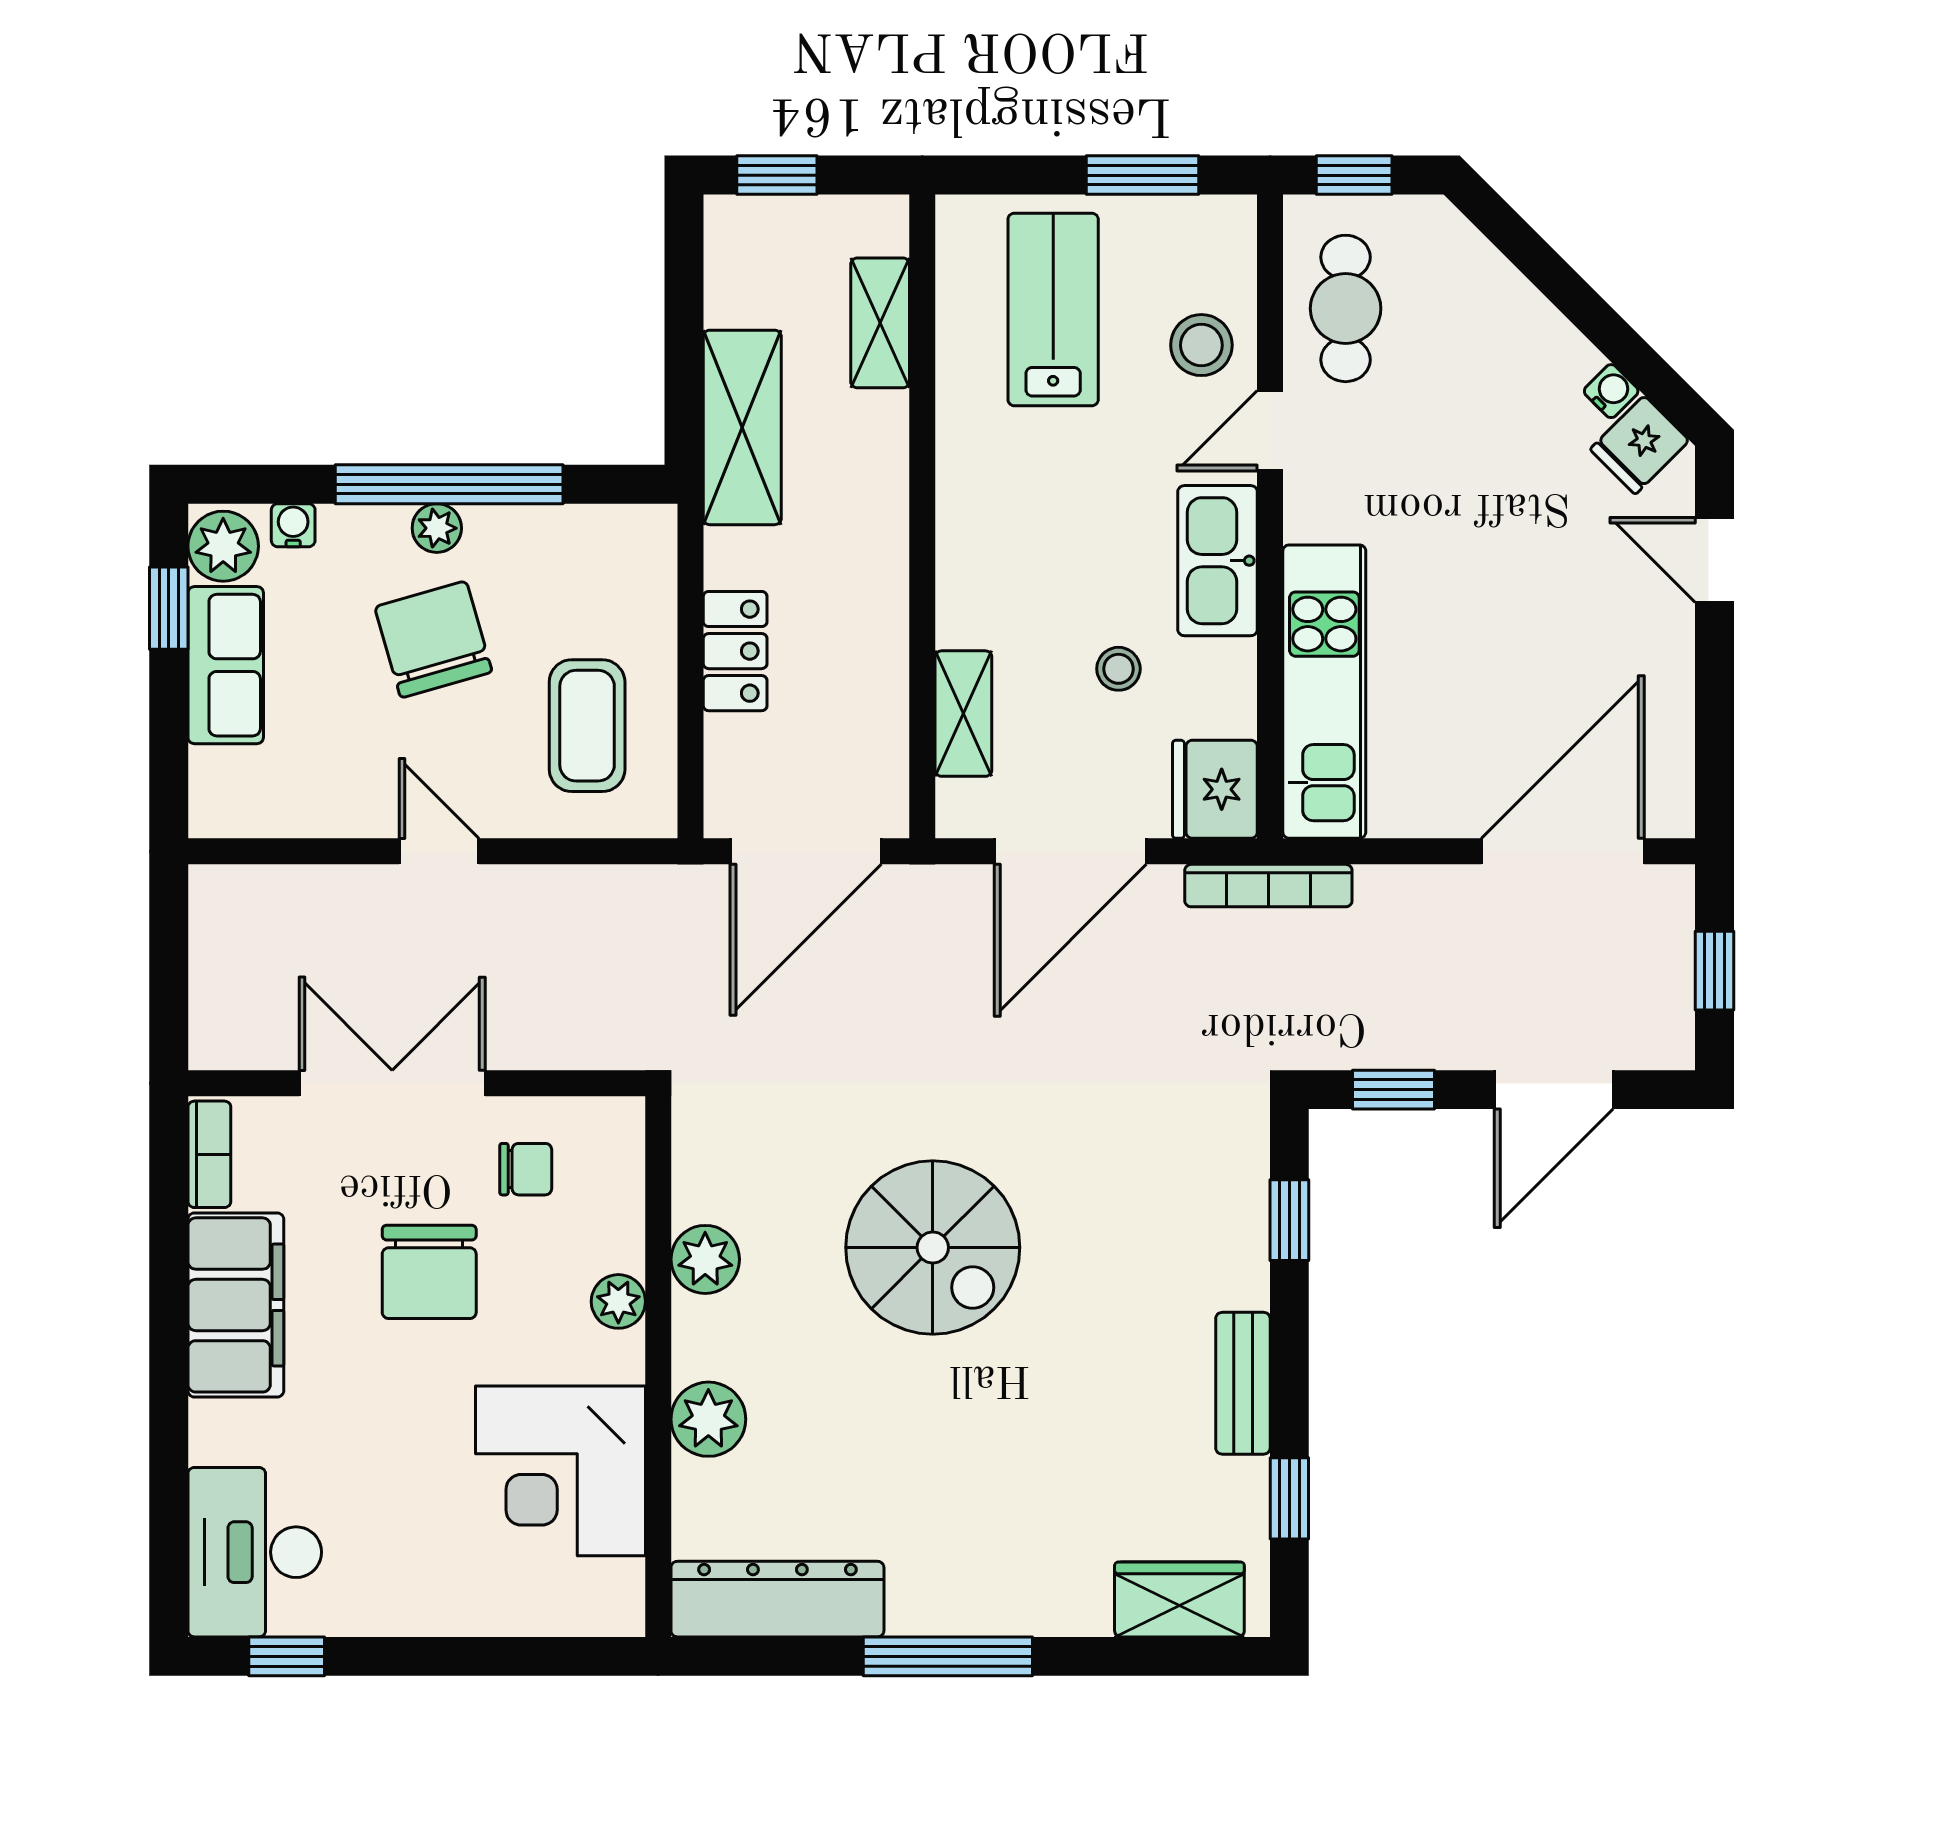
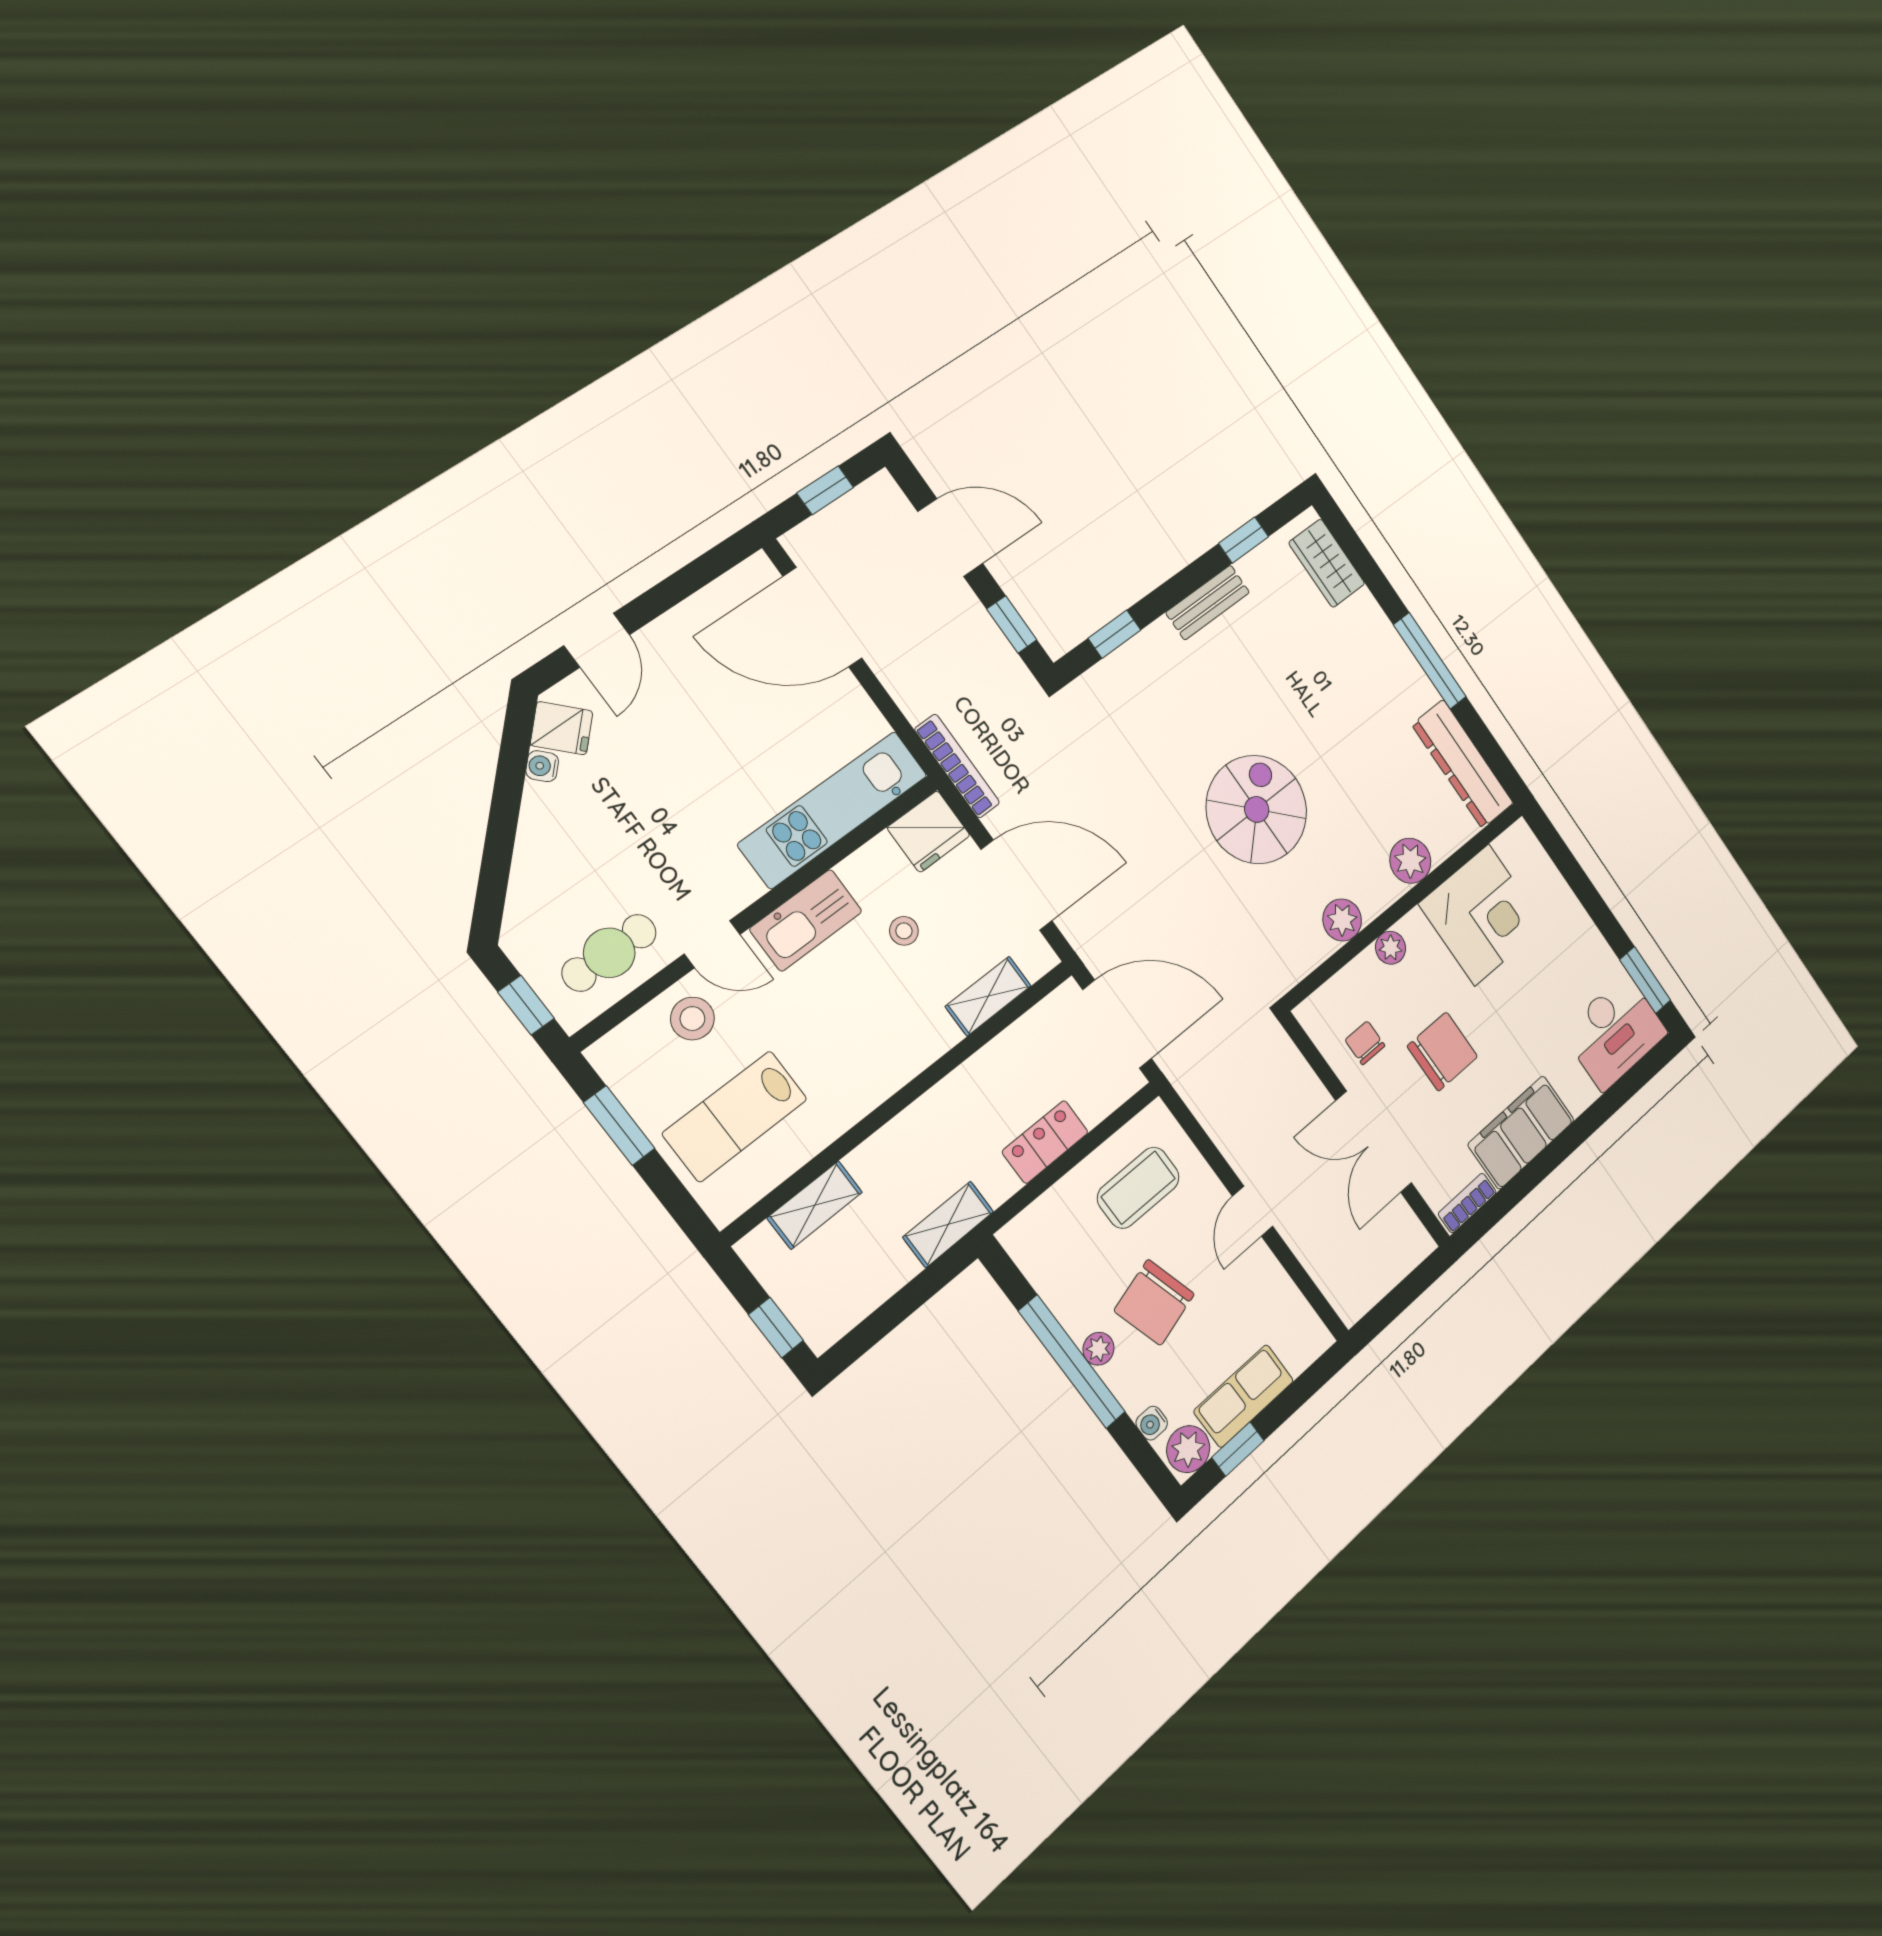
shelving: (742, 427) -> (948, 1224), width x0.67, depth x0.75
window: (287, 1656) -> (1645, 980), width x1.50

